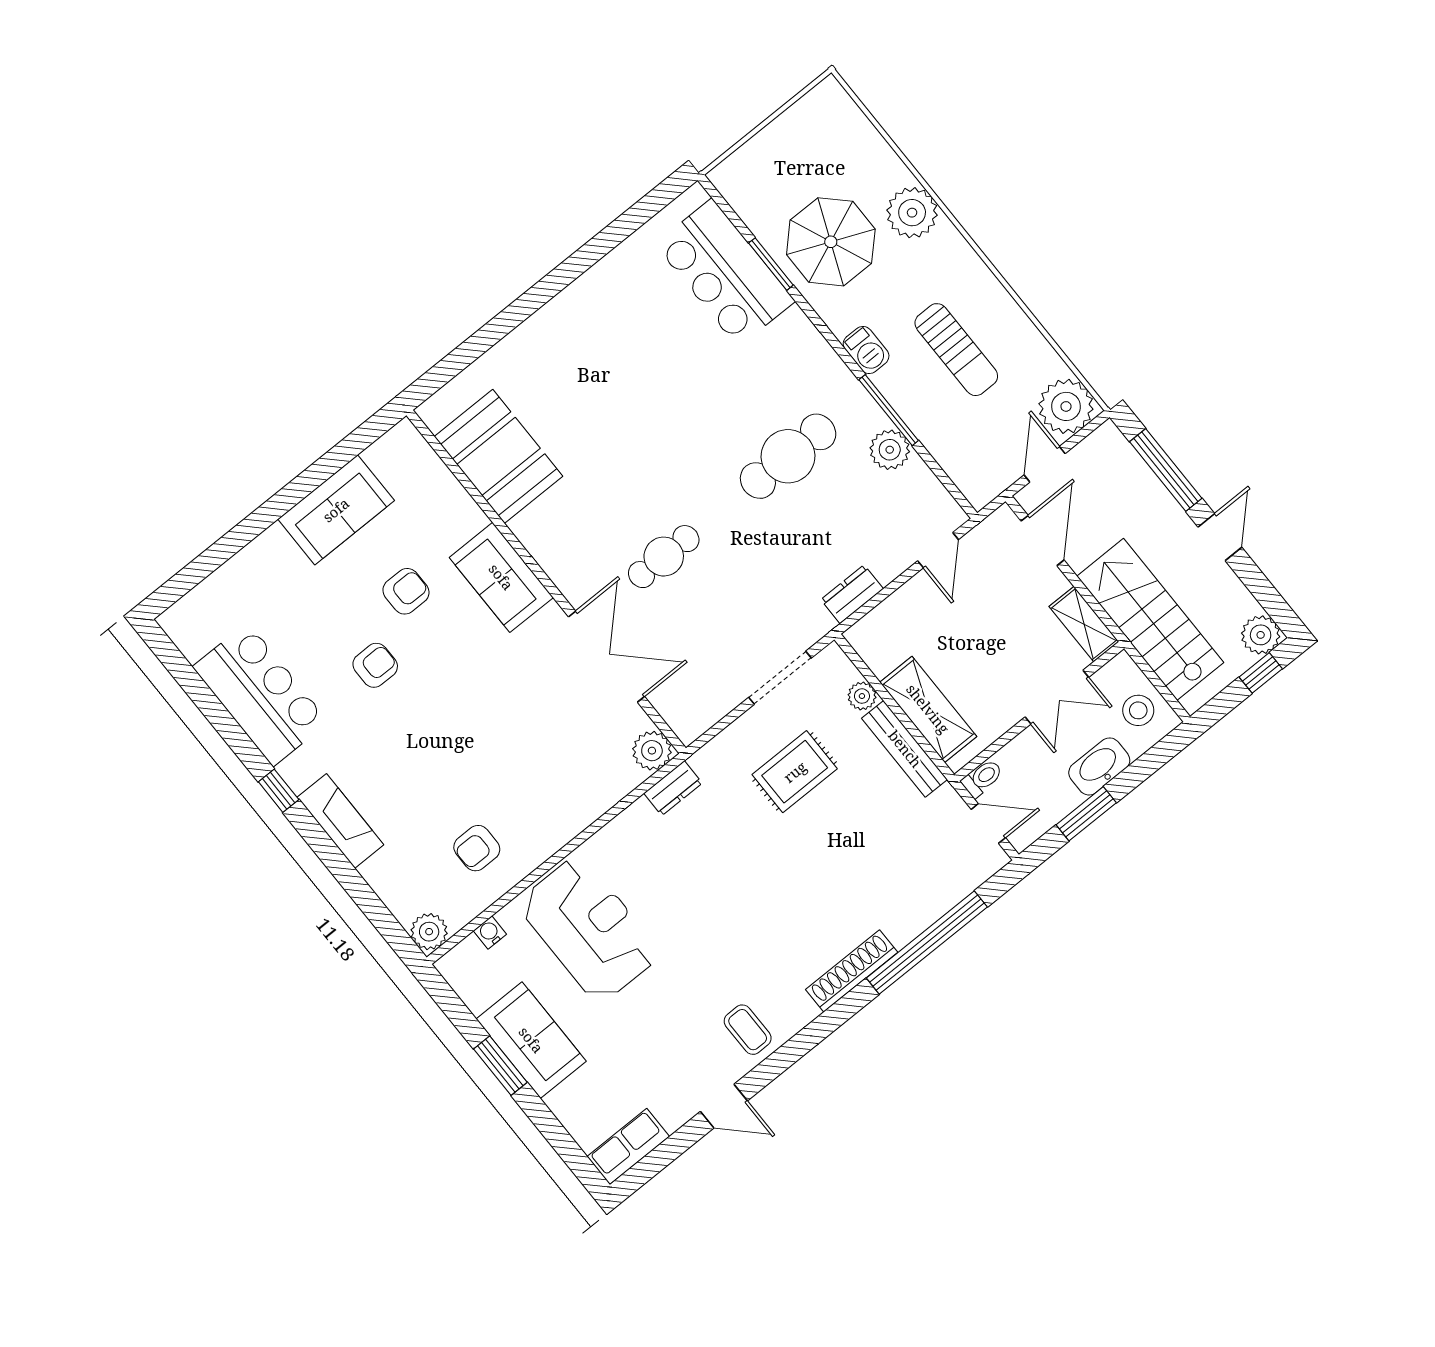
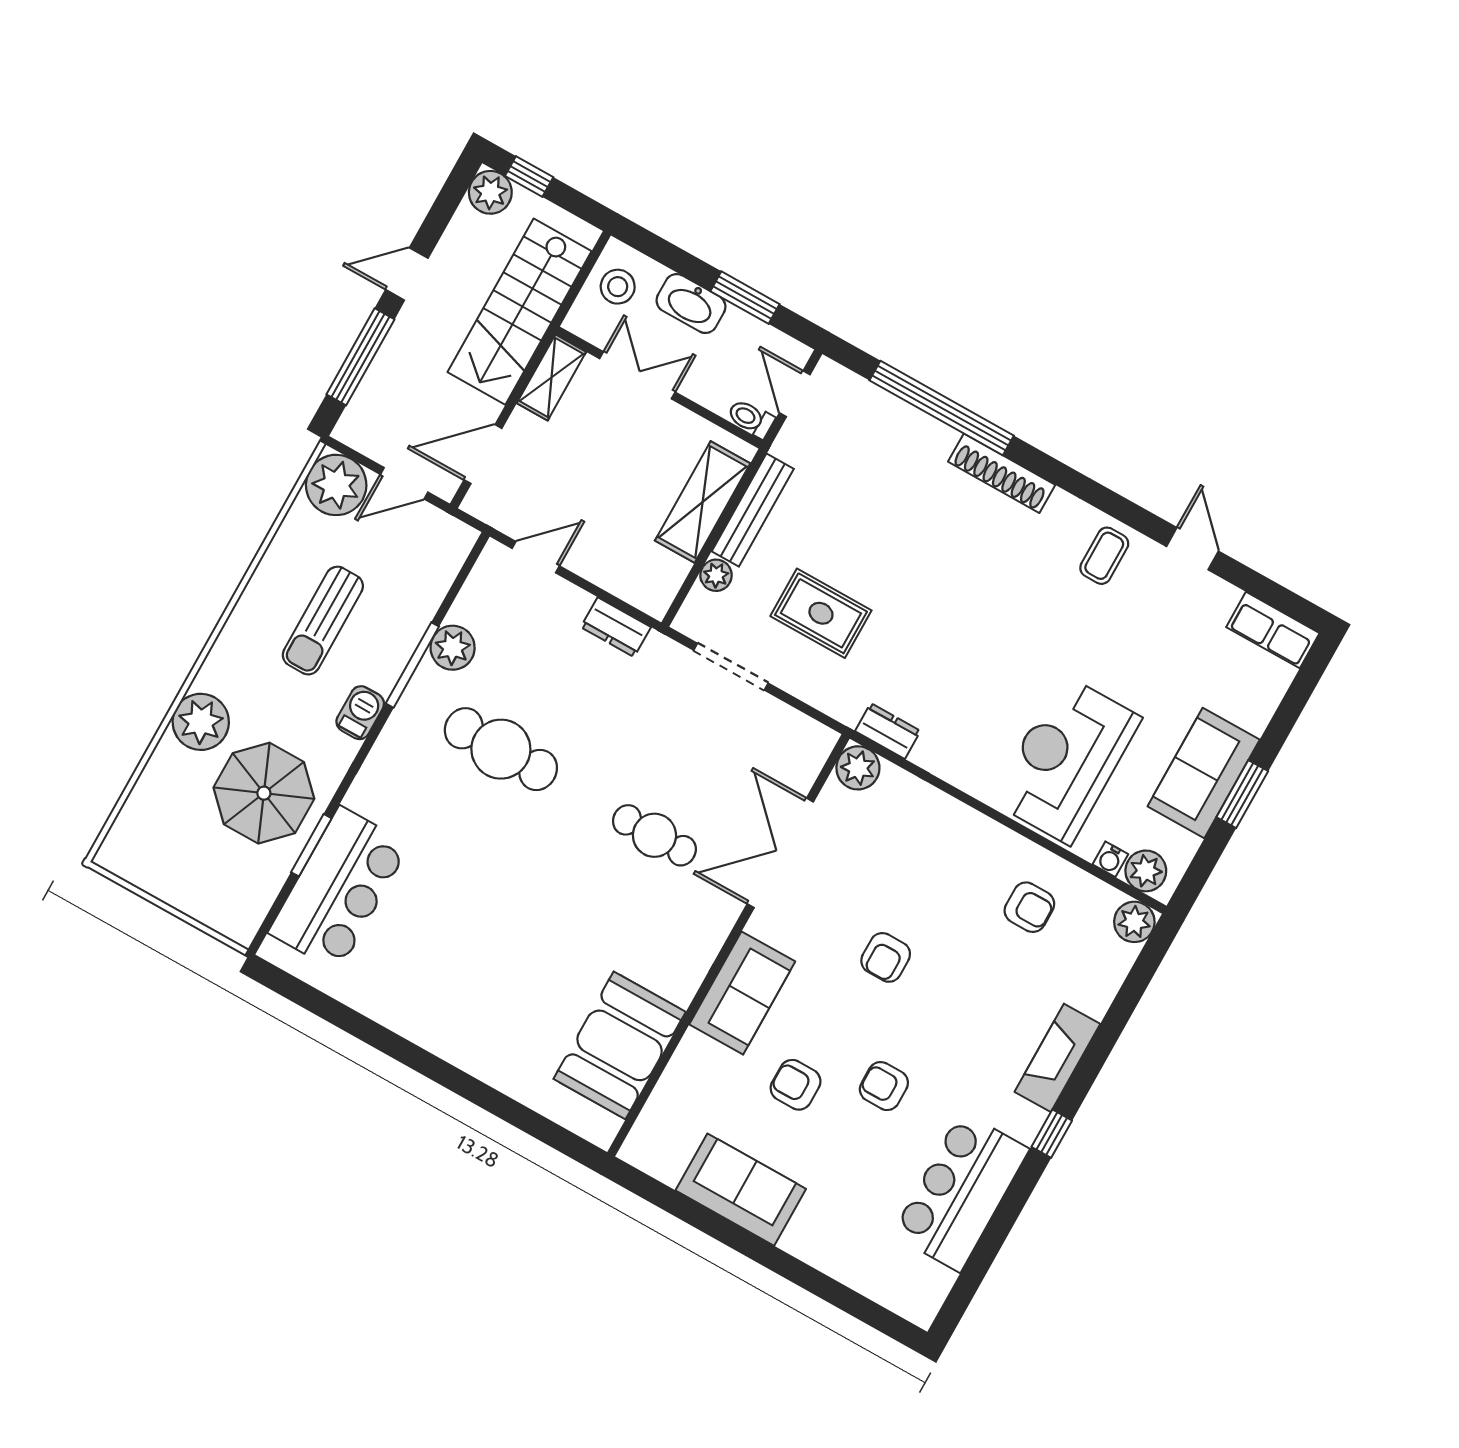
sun lounger: (956, 350) -> (323, 621), turned 180
armchair: (483, 710) -> (886, 957), added
plant: (468, 958) -> (1146, 871), added

